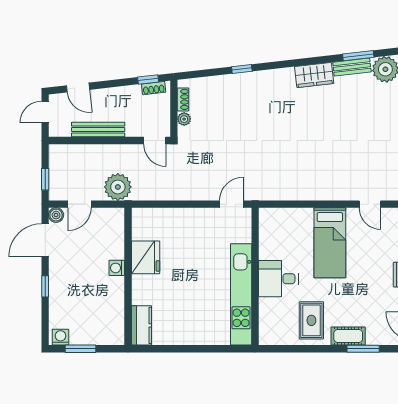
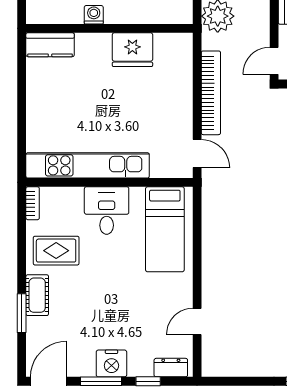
bookcase: (181, 193) -> (211, 93), added
bed: (330, 243) -> (165, 229), moved, turned -90
washing machine: (117, 268) -> (94, 15), moved
bookcase: (272, 340) -> (33, 203), added

